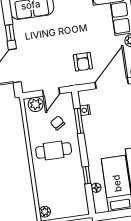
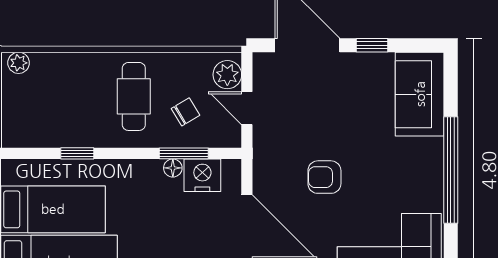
armchair: (83, 62) -> (324, 177), moved
nightstand: (85, 110) -> (202, 175), width x1.89, depth x1.79
floor lamp: (96, 188) -> (173, 168), moved

